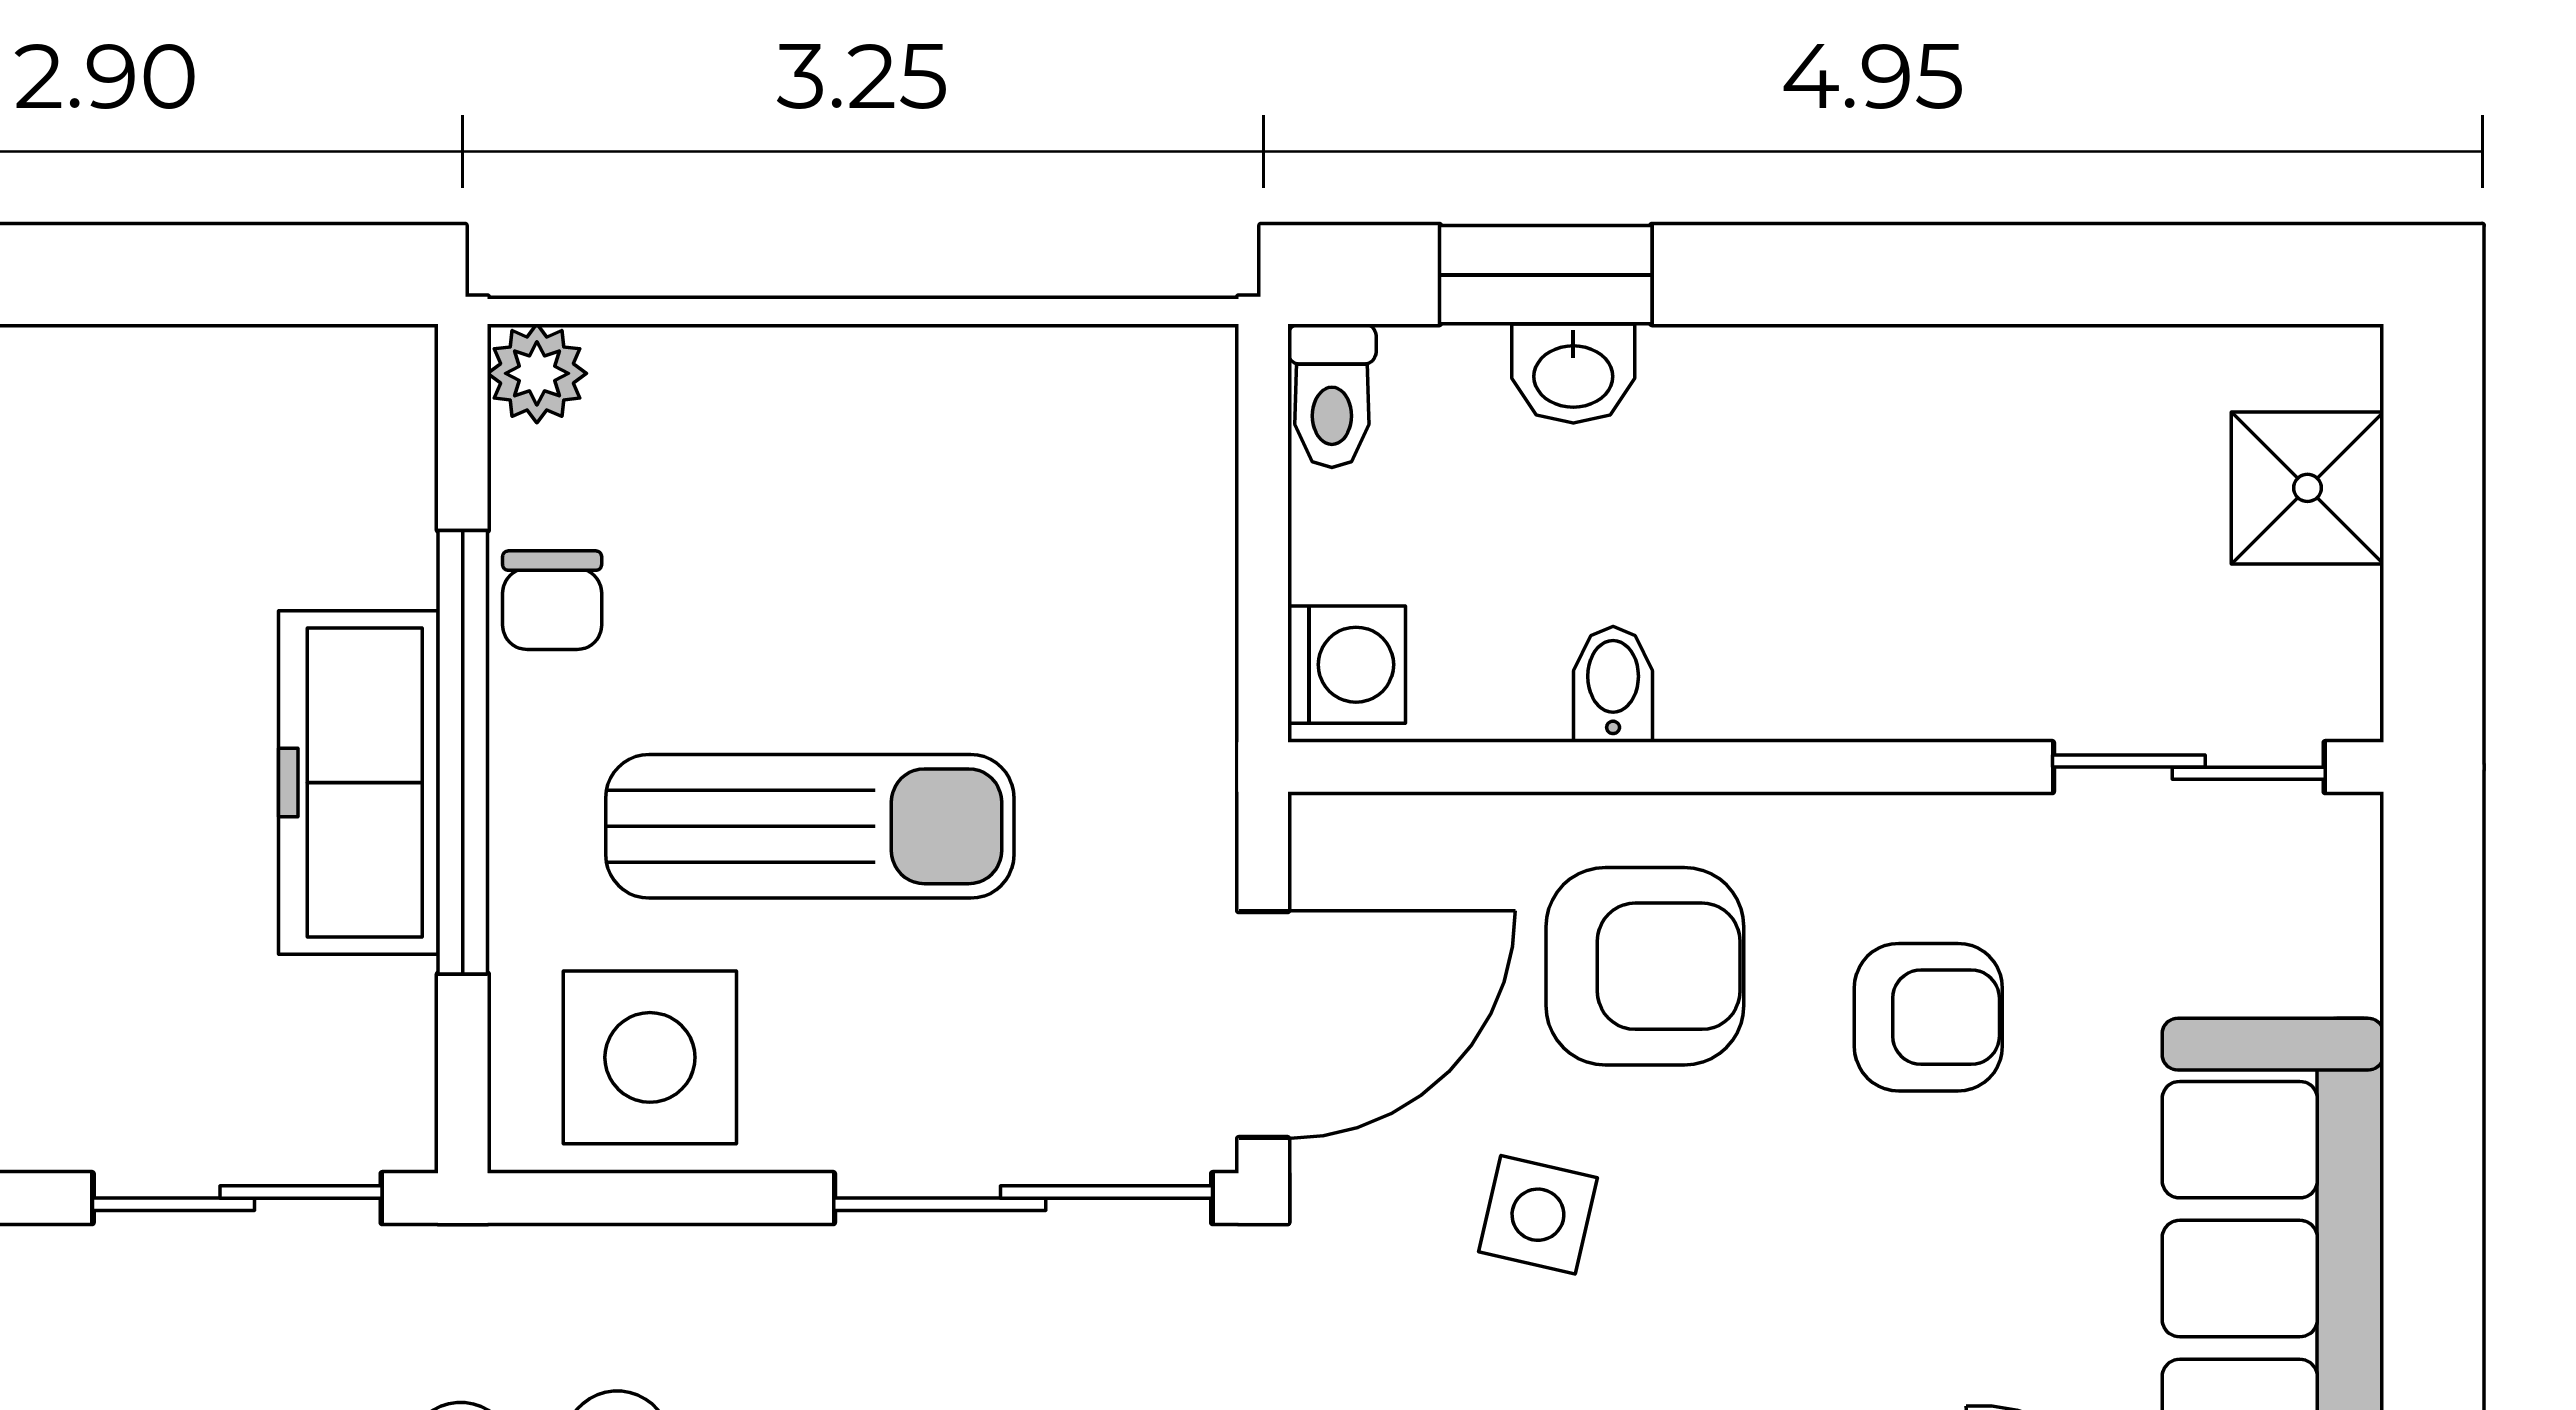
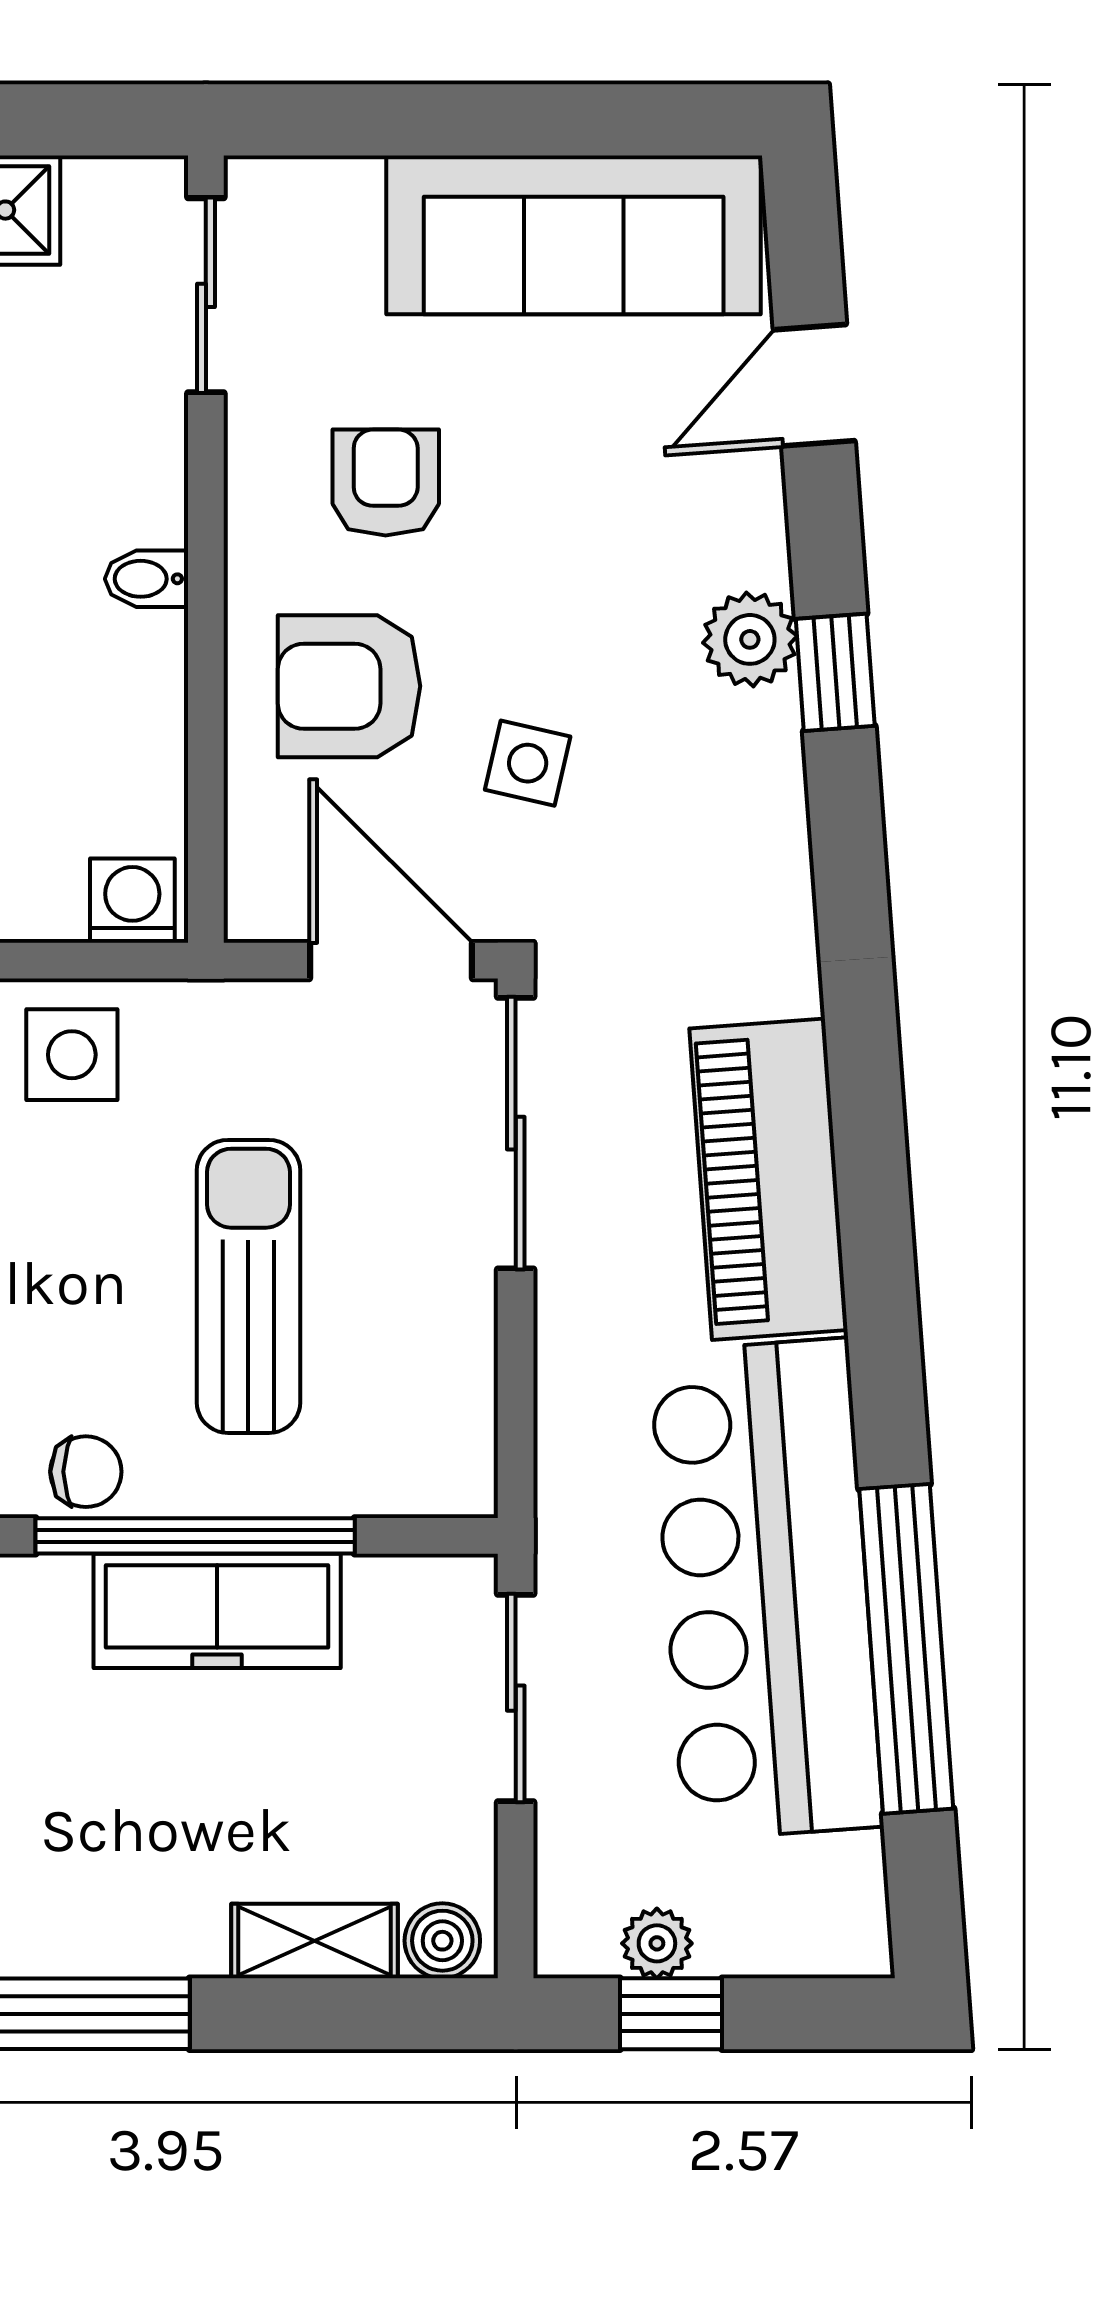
bidet: (1613, 684) -> (147, 579), moved
armchair: (1645, 966) -> (349, 686), turned -90
side table: (650, 1057) -> (72, 1055), moved, width x0.73, depth x0.73

